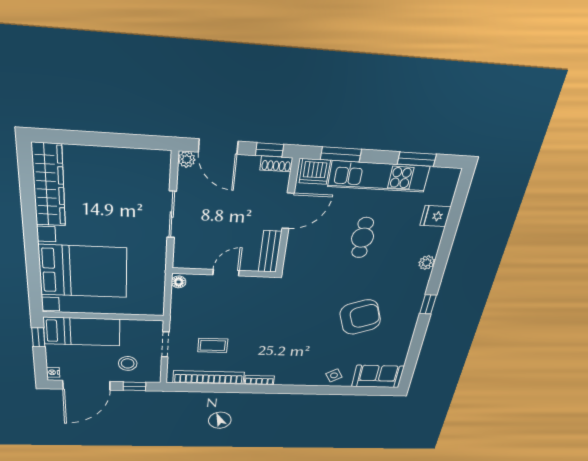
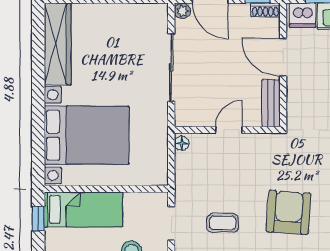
door: (288, 211) -> (283, 57), swing flipped
sliding door: (172, 215) -> (171, 68), width x1.37
armchair: (274, 339) -> (289, 212), added

